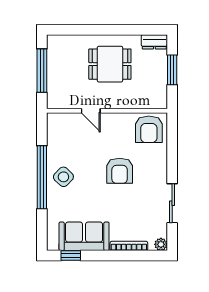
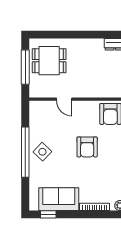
dining table: (110, 64) -> (49, 61), moved

